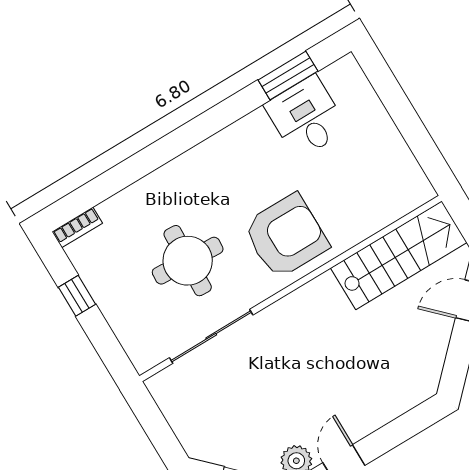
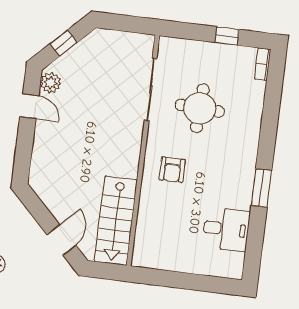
window: (288, 76) -> (261, 188), moved
armchair: (286, 236) -> (172, 170), width x0.53, depth x0.53

